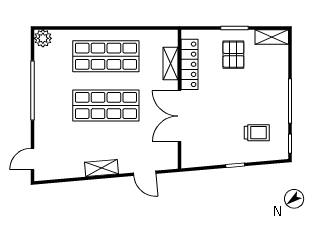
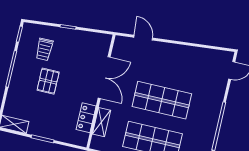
pallet: (233, 55) -> (48, 81), moved
locker: (189, 64) -> (86, 118), width x0.66
trolley: (257, 133) -> (44, 49), turned -90
shelving: (102, 168) -> (177, 50), removed

